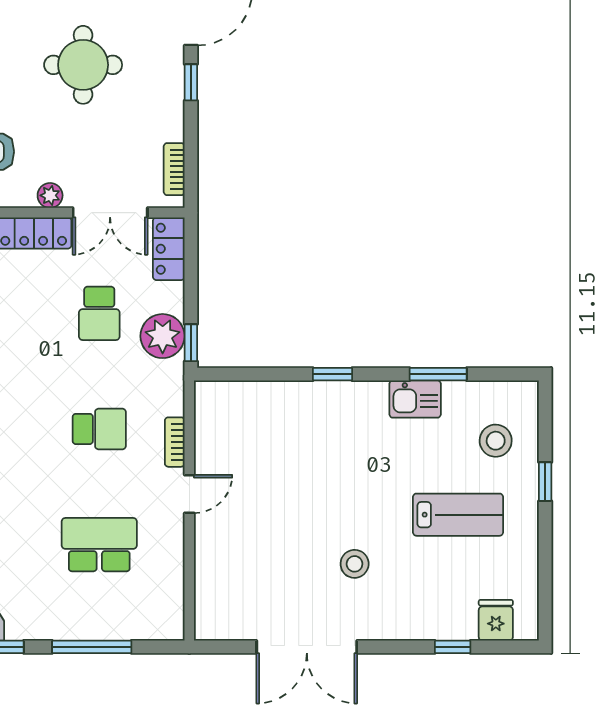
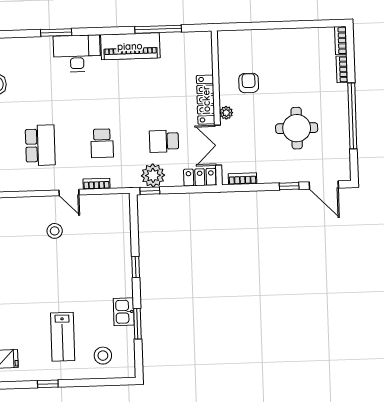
window: (545, 482) -> (48, 384), moved
stool: (355, 564) -> (55, 231), moved

